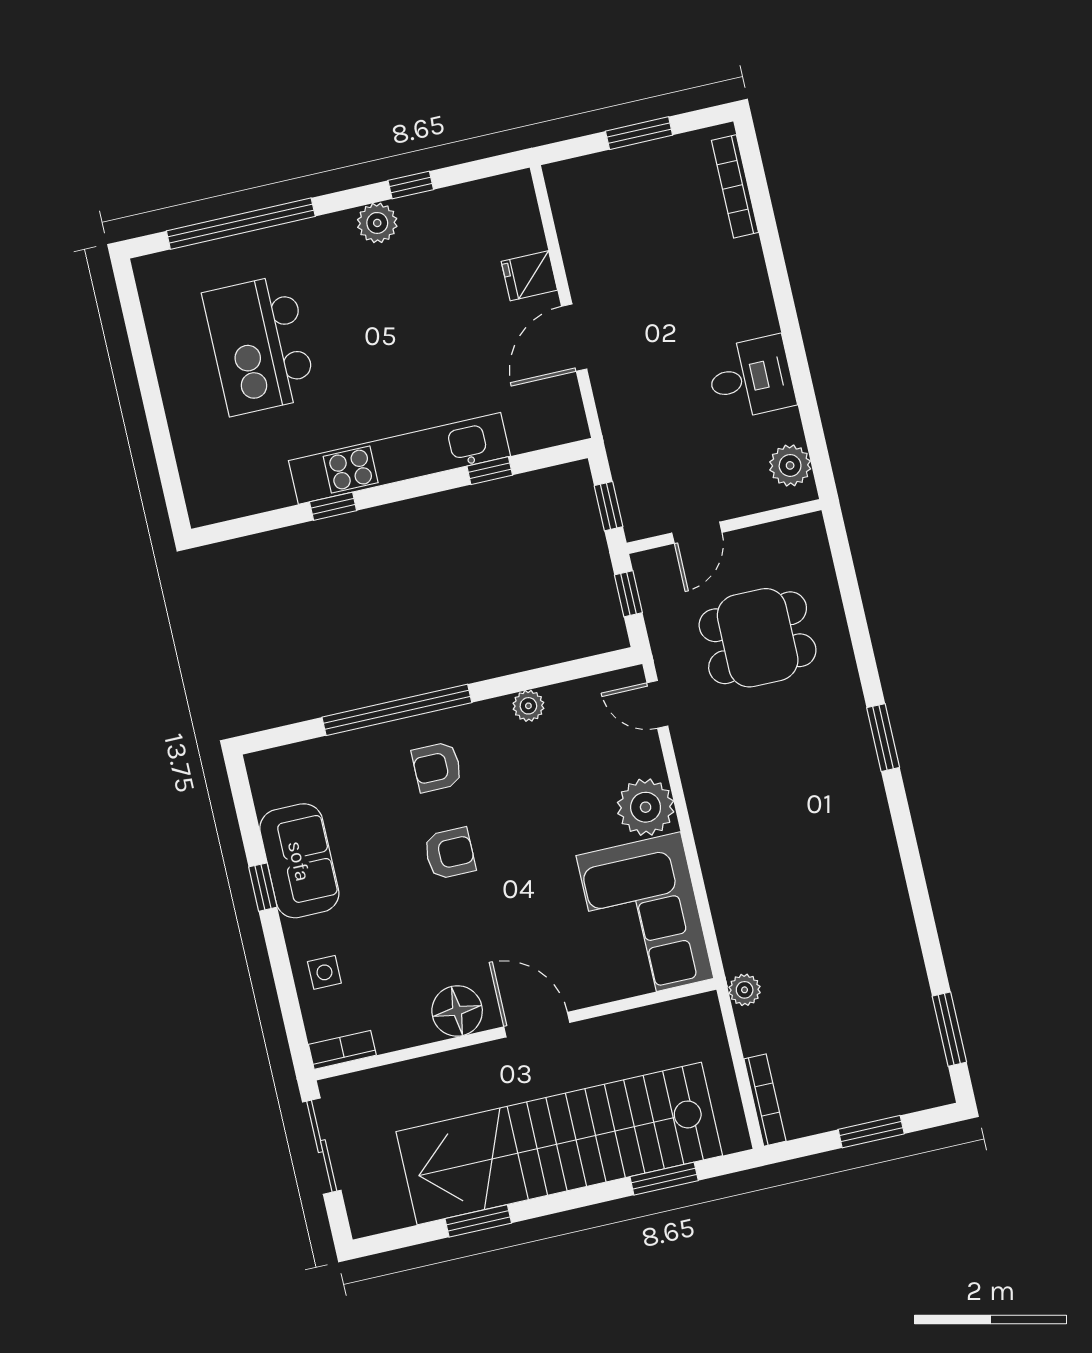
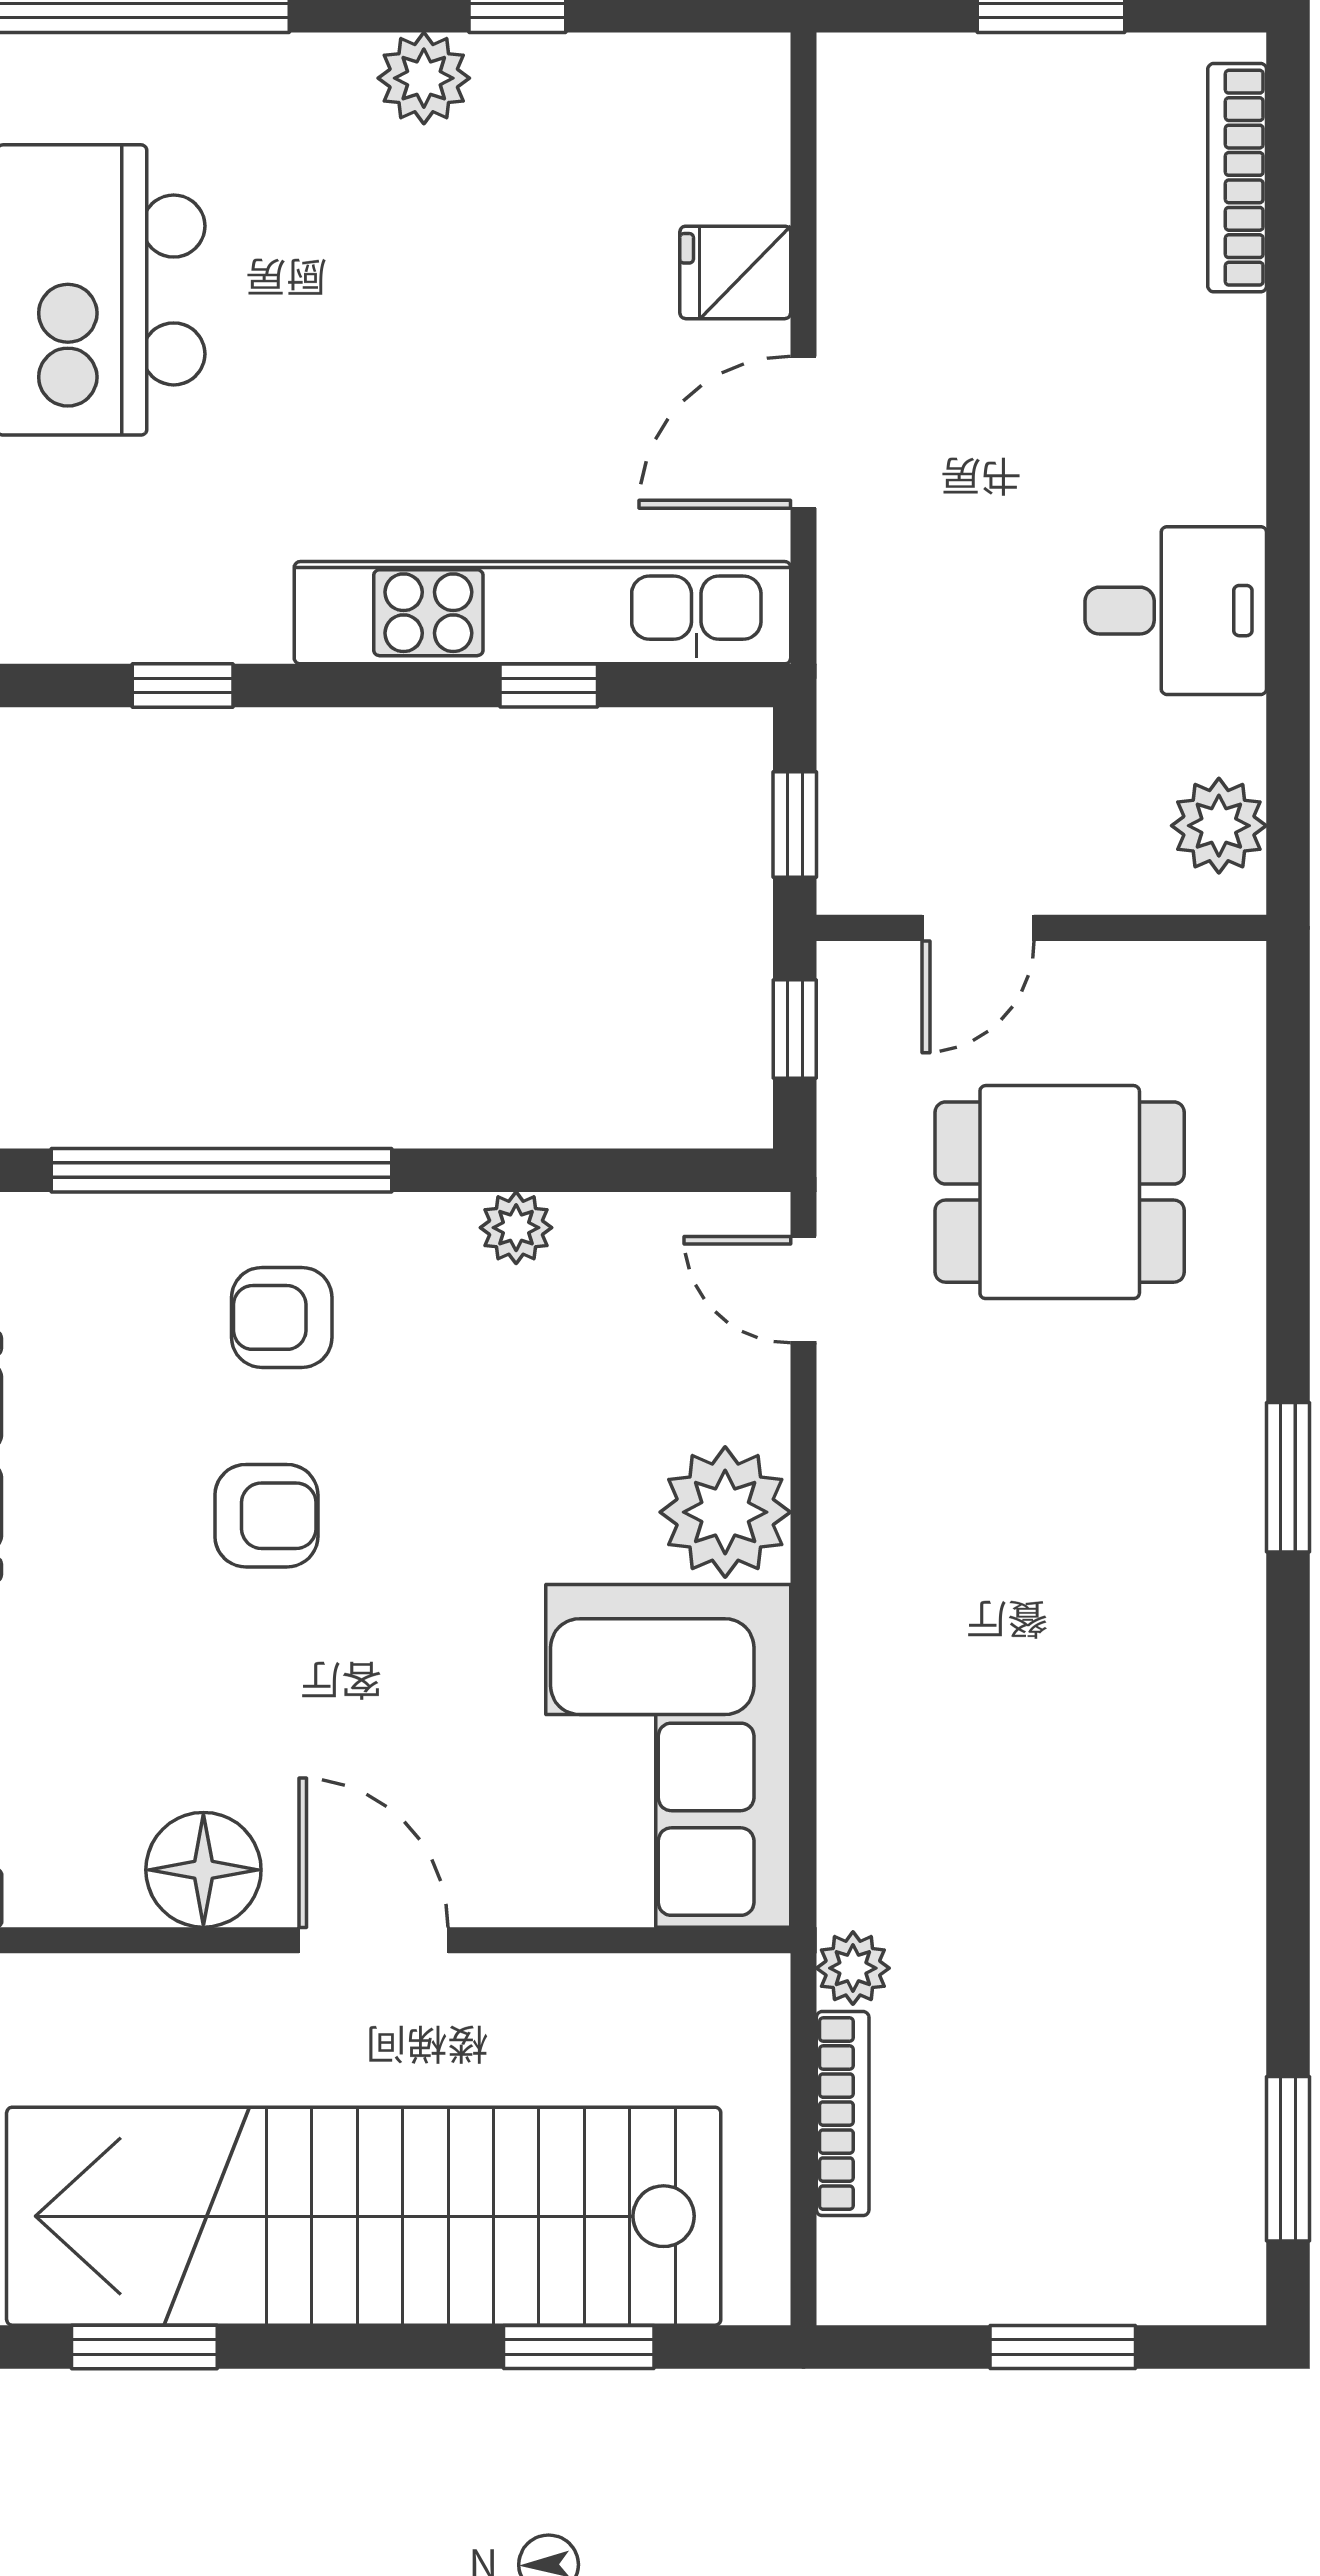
kitchen unit: (399, 458) -> (542, 613), moved
bookcase: (765, 1100) -> (843, 2114), moved

